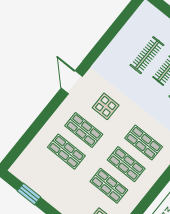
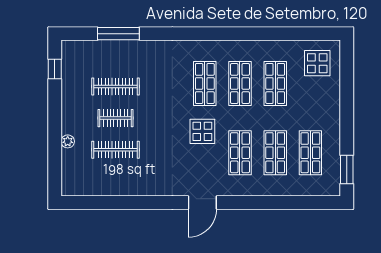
display table: (106, 106) -> (202, 131), moved
shop shelf: (49, 173) -> (310, 153), added
window: (29, 194) -> (347, 170), moved

